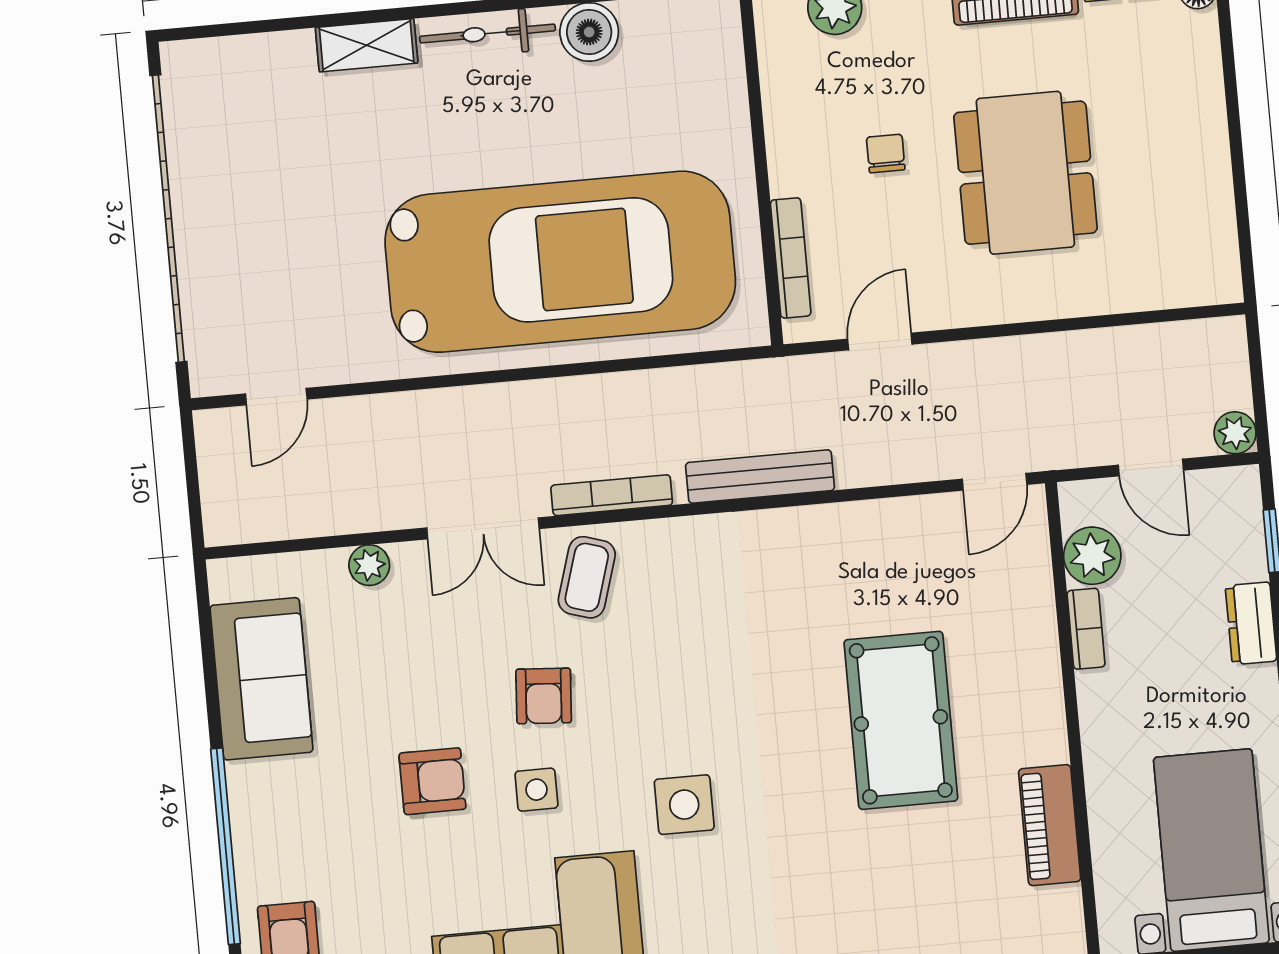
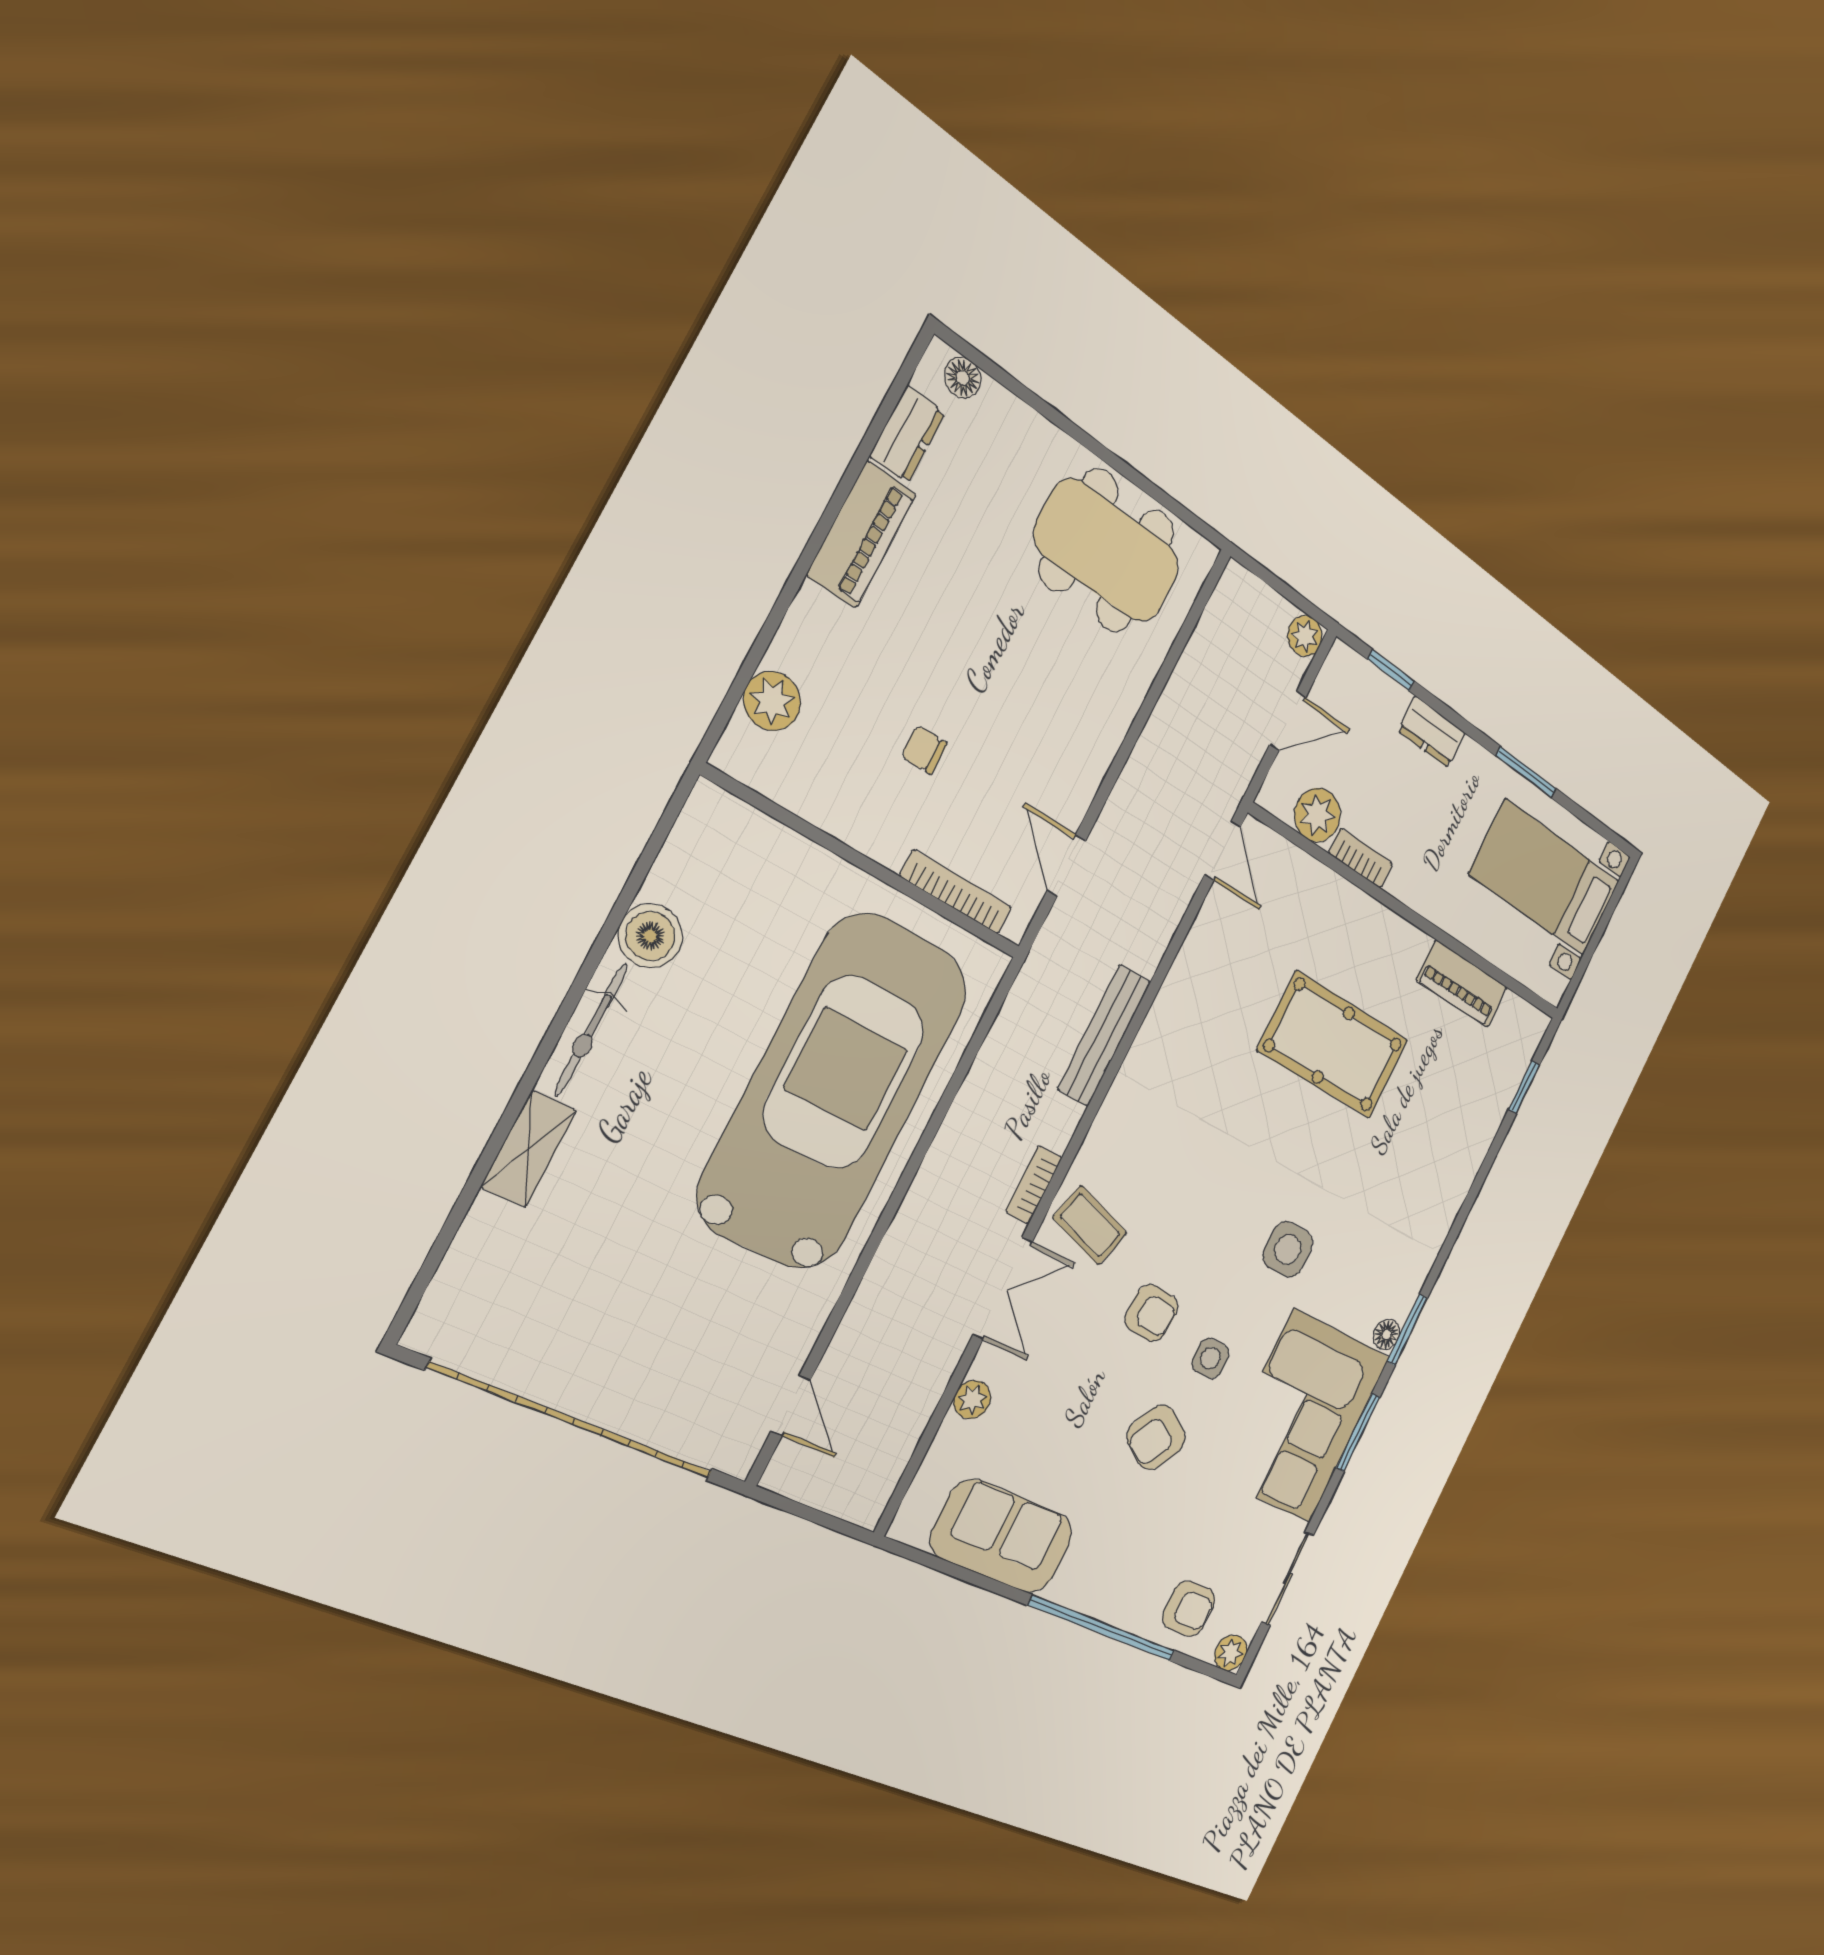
dining table: (1025, 173) -> (1107, 551), moved
bookcase: (612, 495) -> (1034, 1185), width x0.64
armchair: (432, 781) -> (1156, 1437), turned -148

